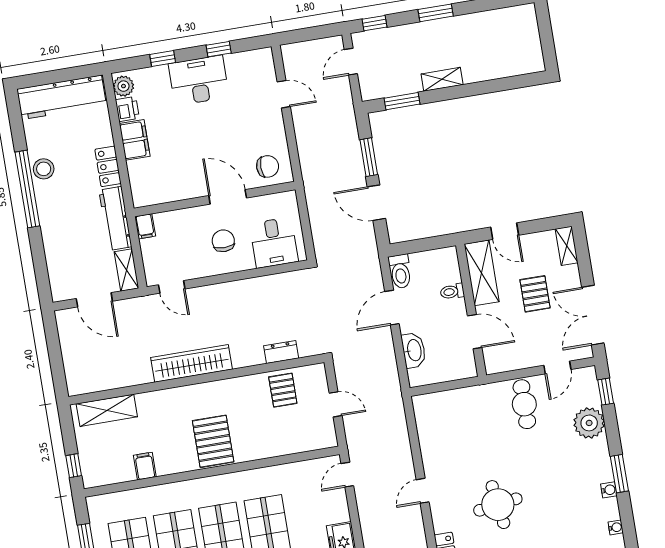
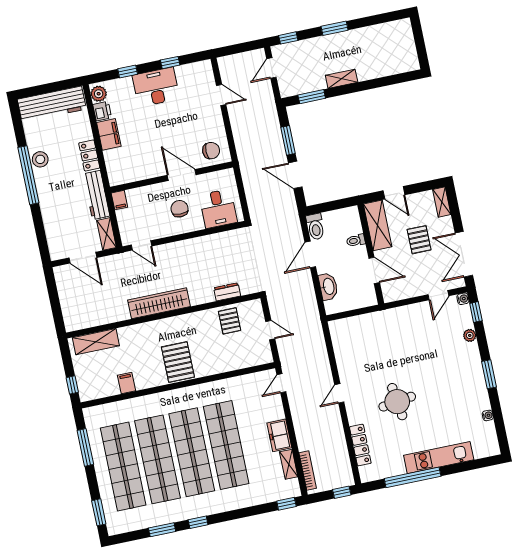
cafe table: (524, 404) -> (414, 324), removed
plant: (589, 423) -> (470, 335), width x0.53, depth x0.53
water cooler: (609, 490) -> (463, 299), moved

